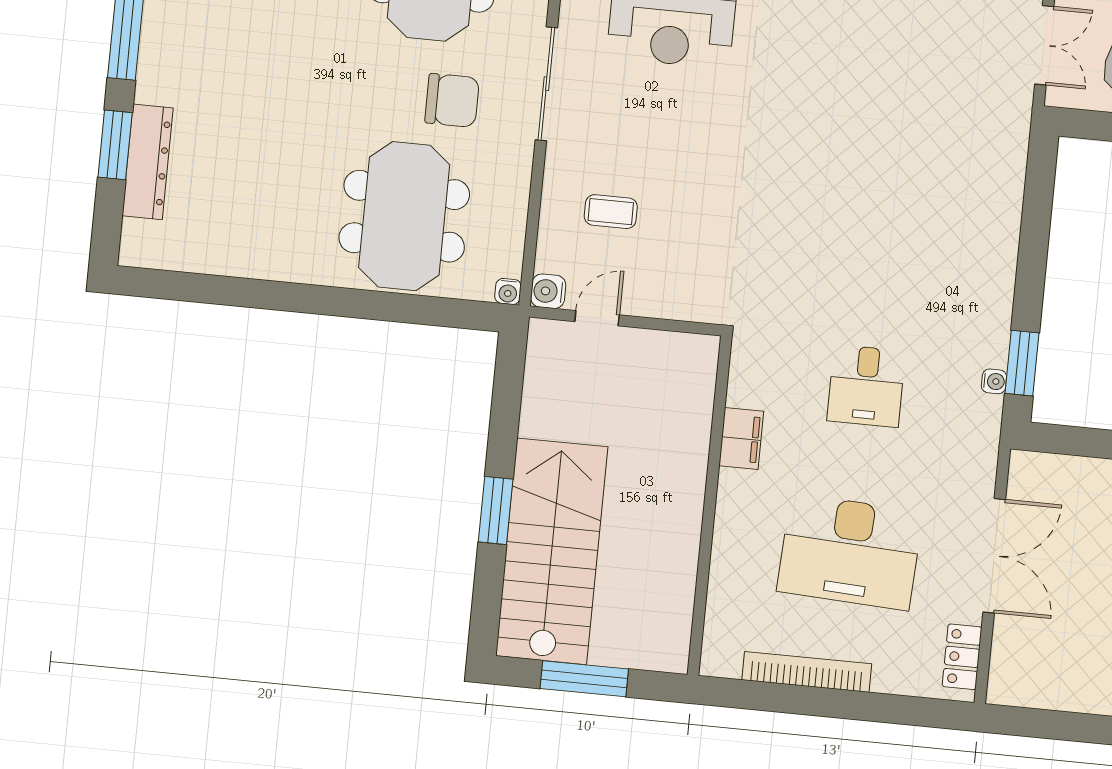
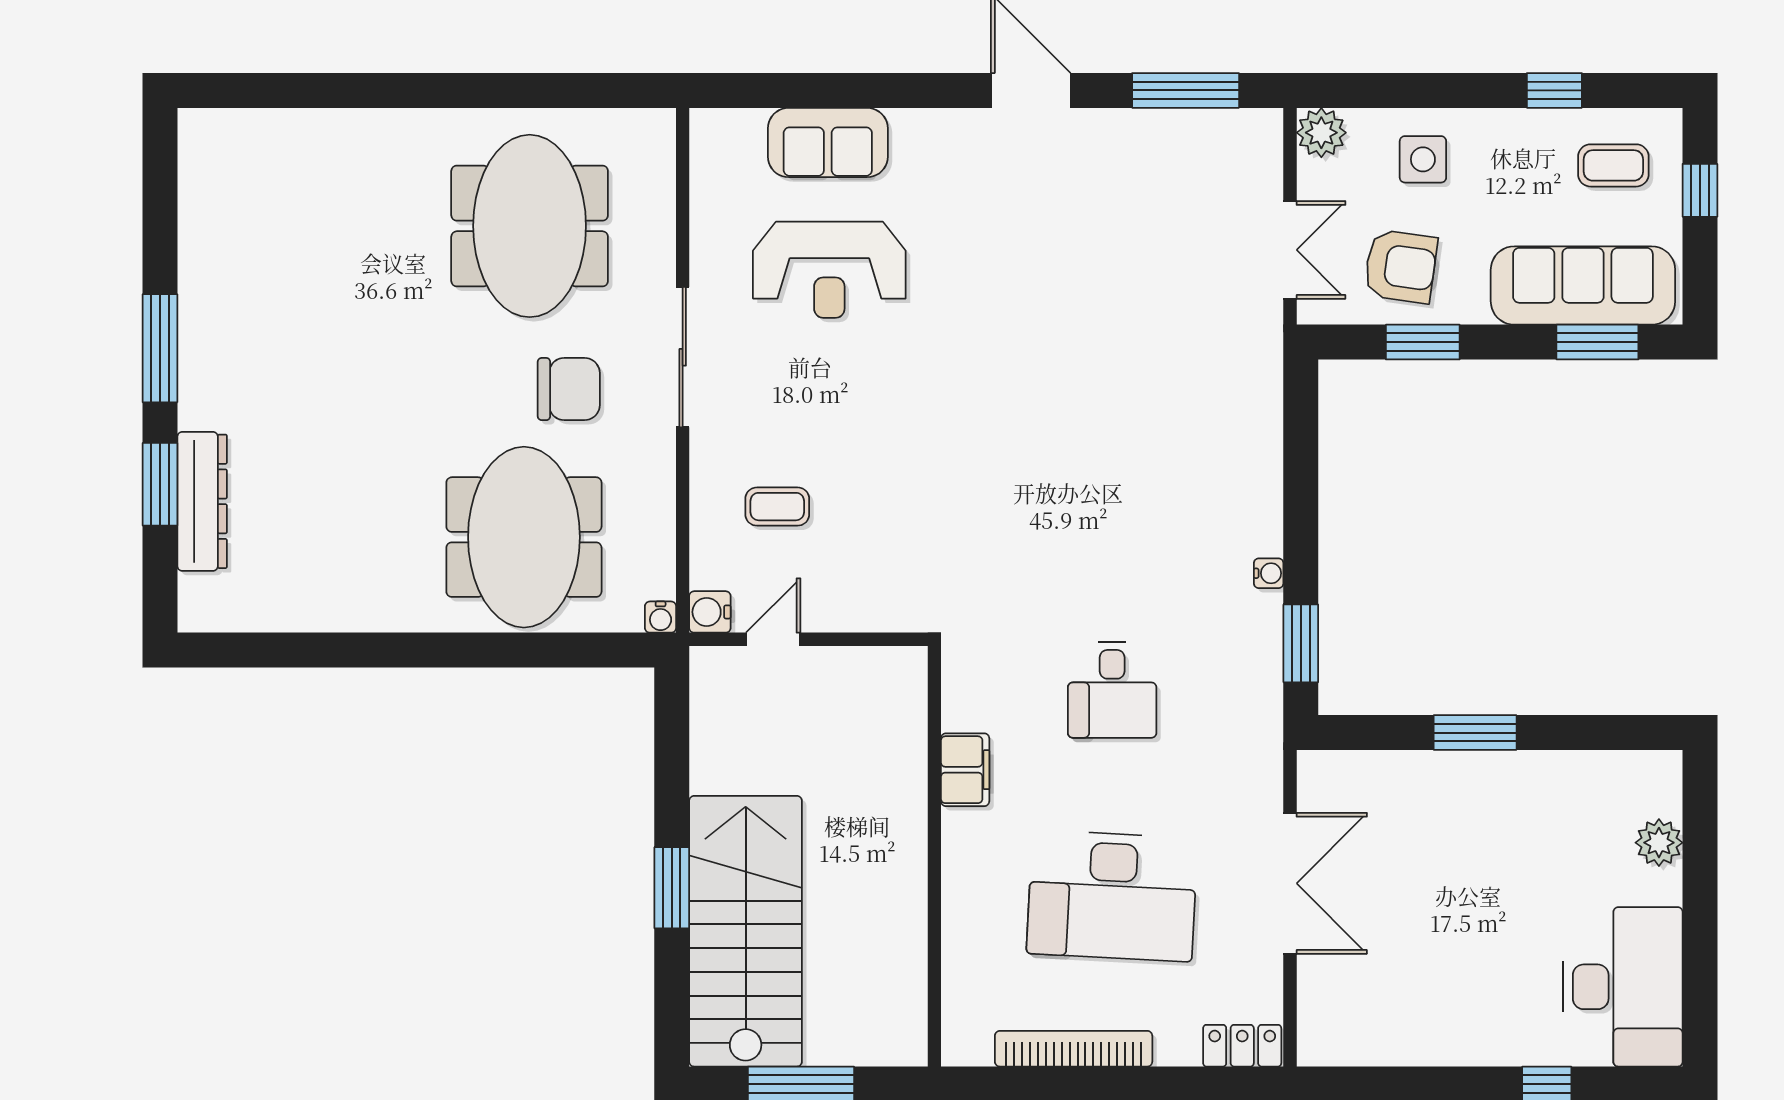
water cooler: (994, 381) -> (1269, 573), moved
locker: (962, 657) -> (1242, 1046), moved, turned 90

